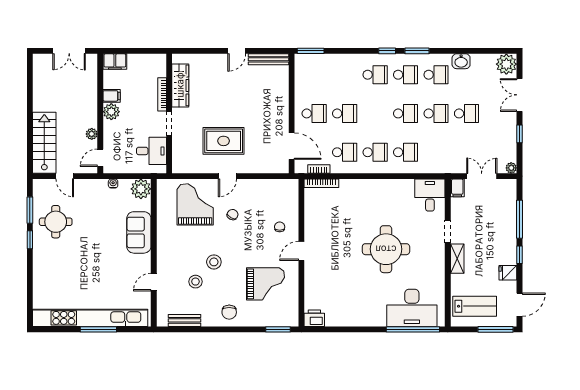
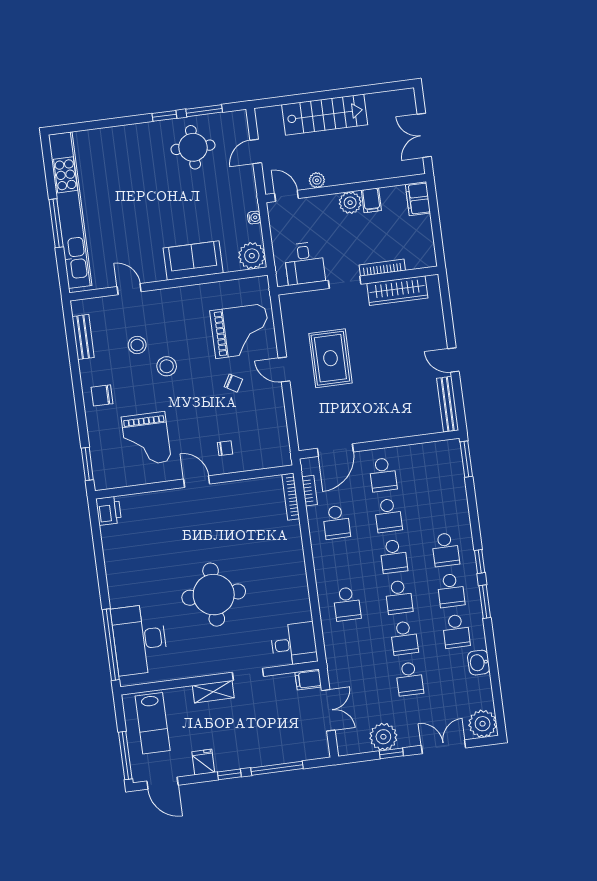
stairs: (44, 143) -> (325, 115), moved
school desk: (375, 152) -> (394, 556), moved
plant: (511, 168) -> (383, 737), moved, width x1.87, depth x1.87

